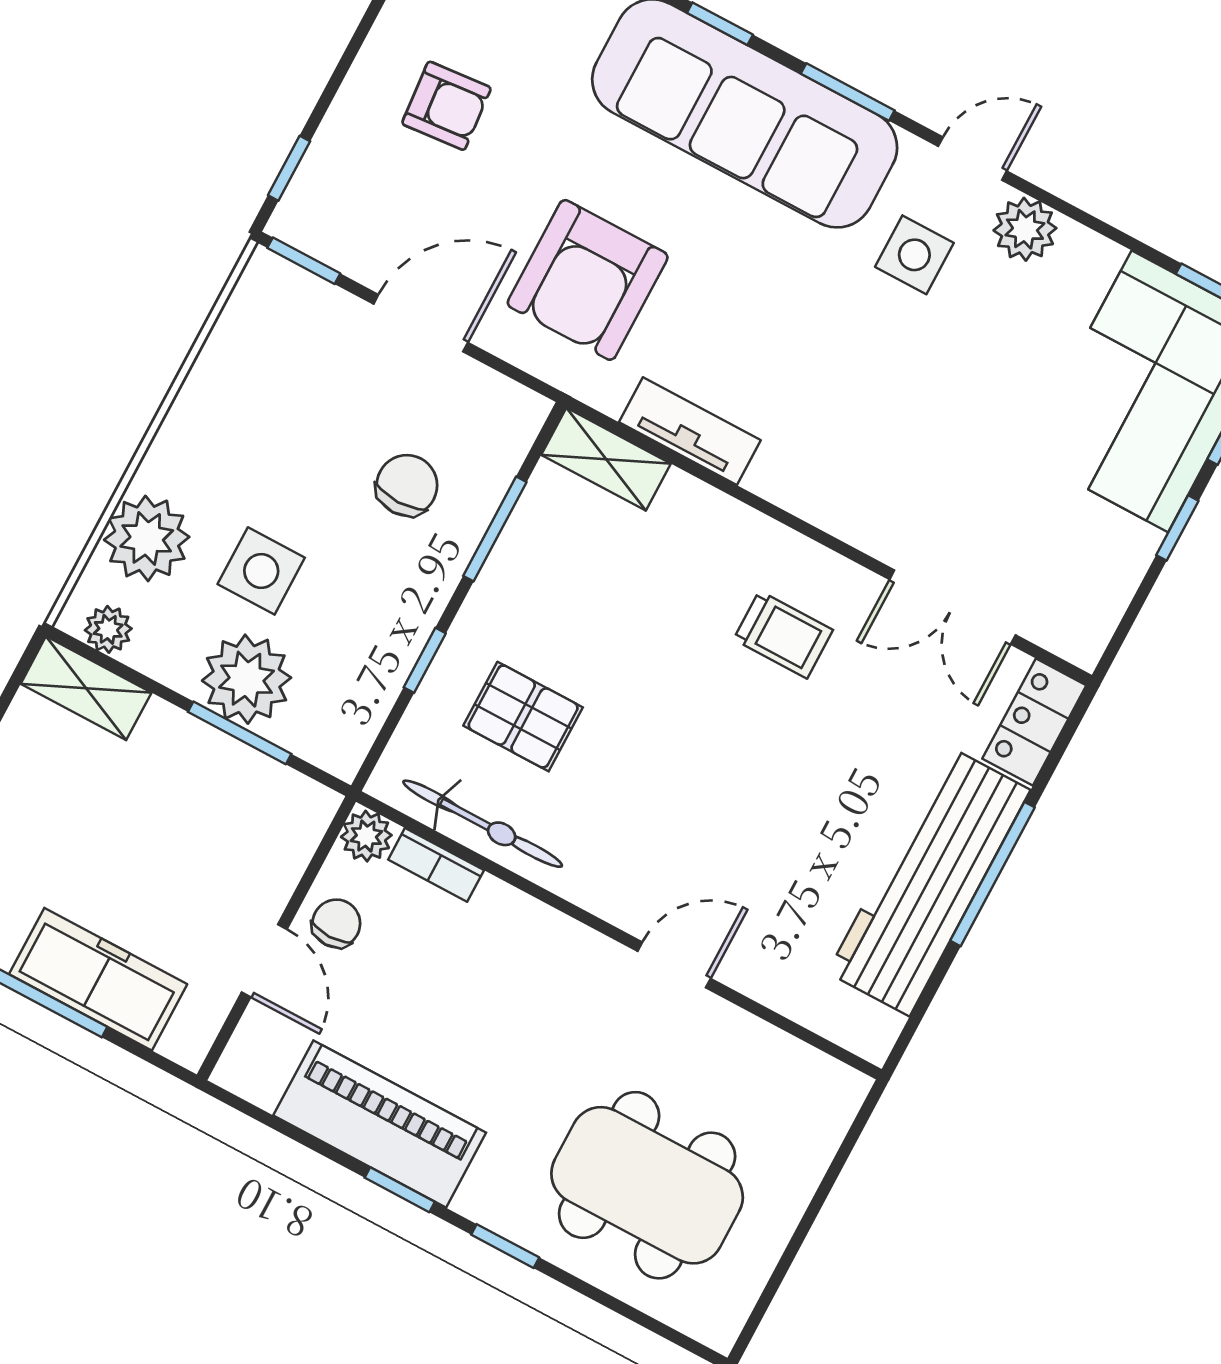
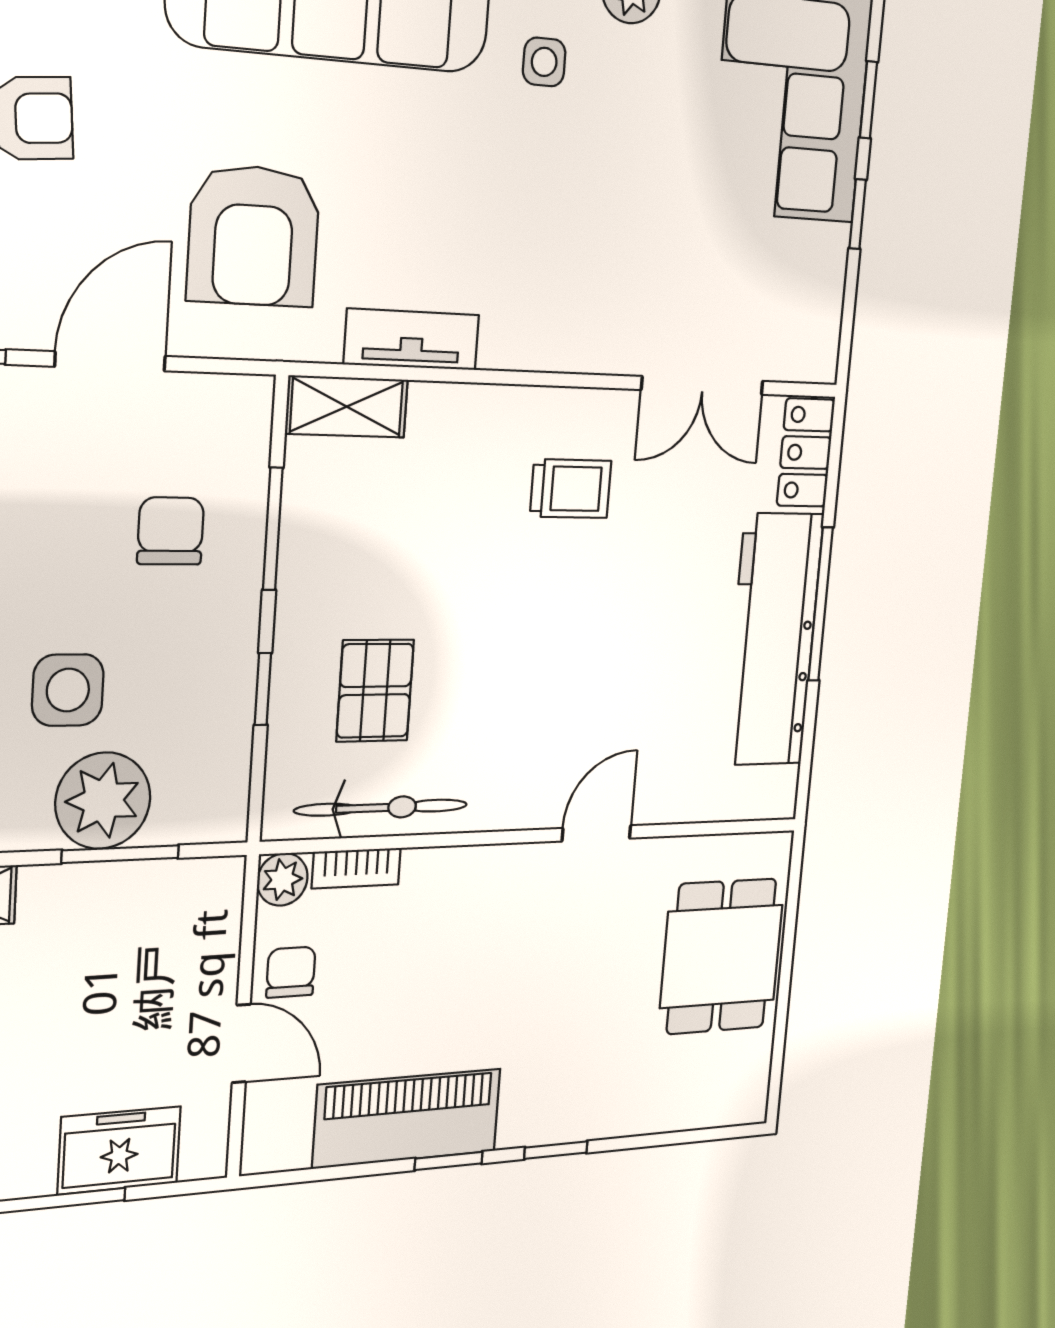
side table: (914, 255) -> (544, 62), width x0.73, depth x0.73
pallet: (523, 717) -> (375, 691), turned 90
freezer: (98, 979) -> (119, 1150), width x0.71
dining table: (647, 1185) -> (722, 956), moved, width x0.73

